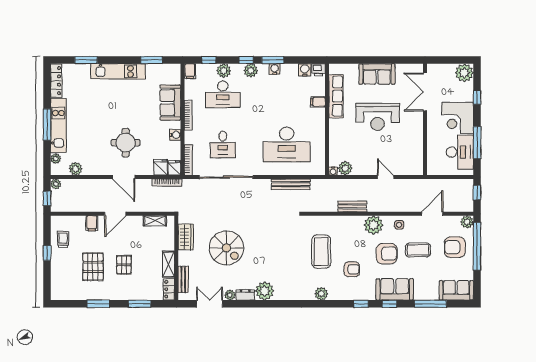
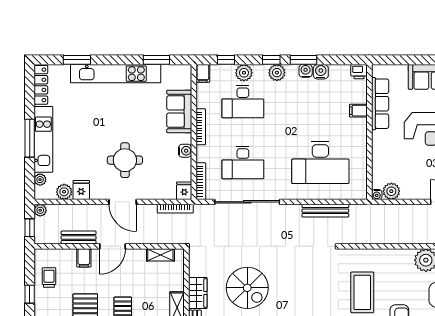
water cooler: (305, 70) -> (321, 72), moved
kitchen unit: (118, 71) -> (116, 74), width x1.36
desk: (223, 145) -> (243, 162), width x1.37
fridge: (161, 167) -> (81, 190), moved
bench: (352, 206) -> (79, 238), moved
wardrobe: (186, 237) -> (198, 293), moved

